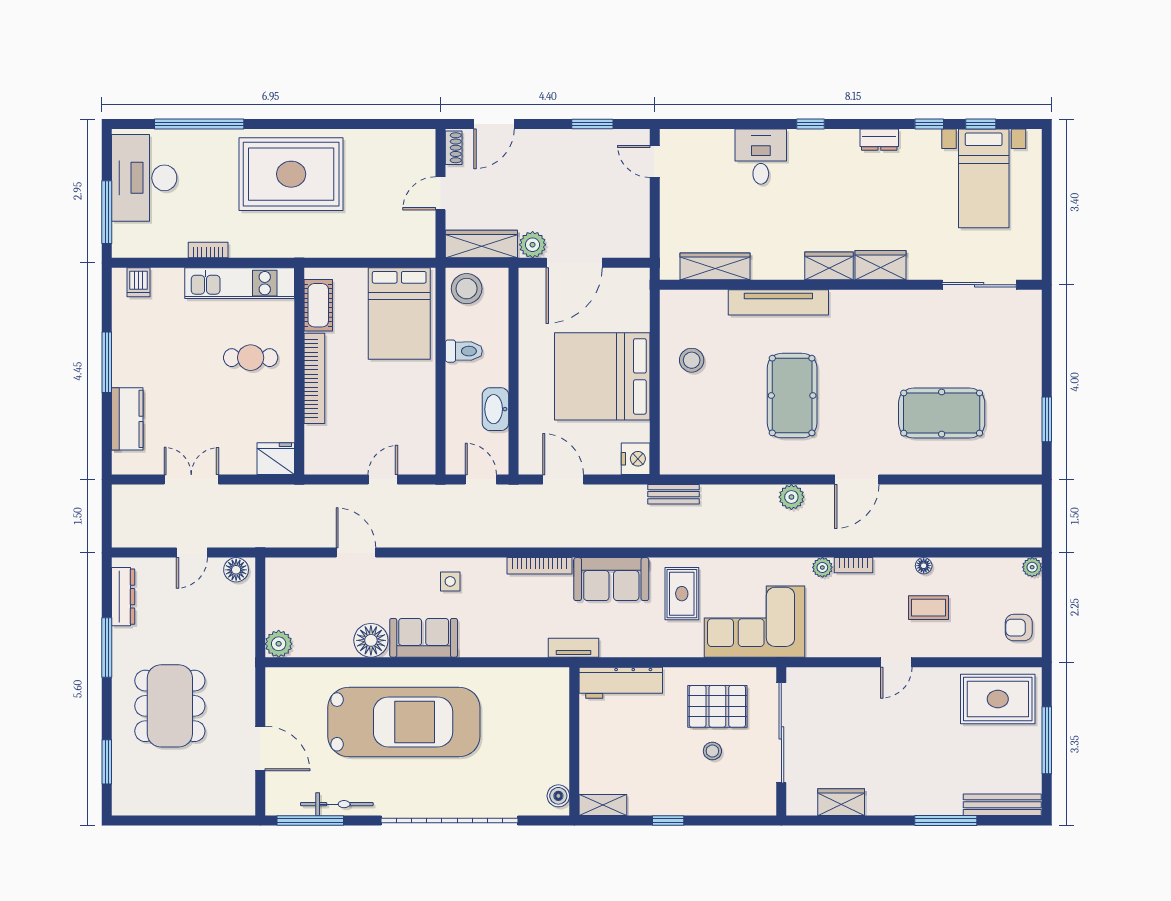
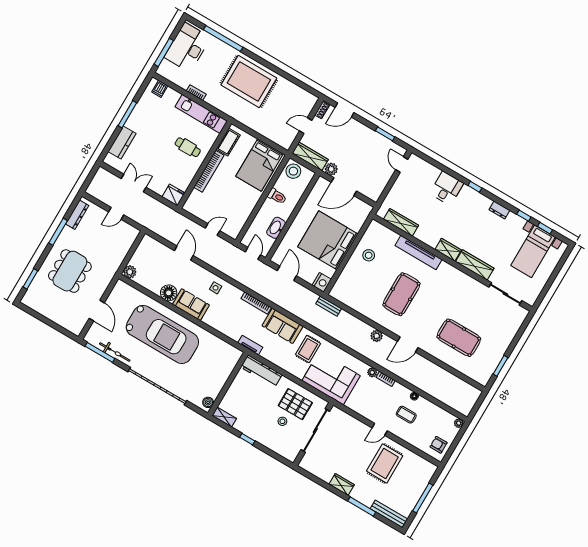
wardrobe: (880, 265) -> (475, 265), width x1.50
floor lamp: (236, 570) -> (130, 231), removed
rug: (998, 699) -> (385, 463), moved, turned 90
wardrobe: (841, 802) -> (342, 485), moved

